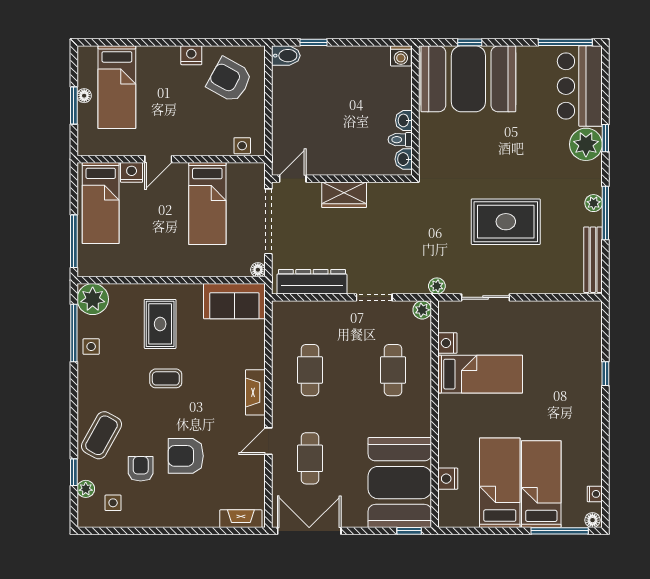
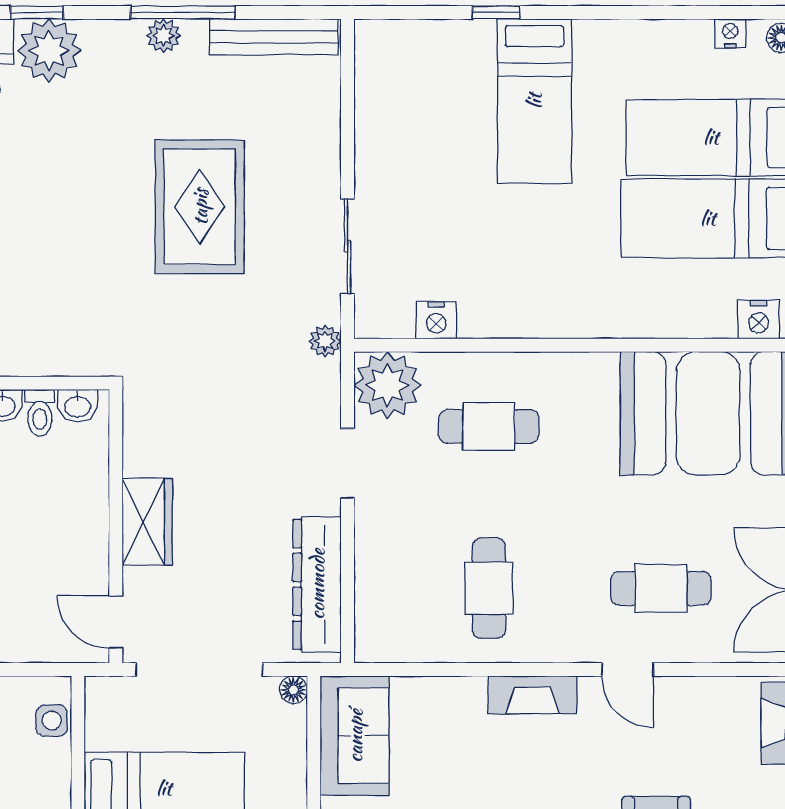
plant: (422, 310) -> (387, 385), width x1.88, depth x1.88
cafe table: (310, 370) -> (489, 588), turned 90
bed: (480, 374) -> (534, 101), moved, turned 180
nightstand: (448, 479) -> (759, 320), moved

